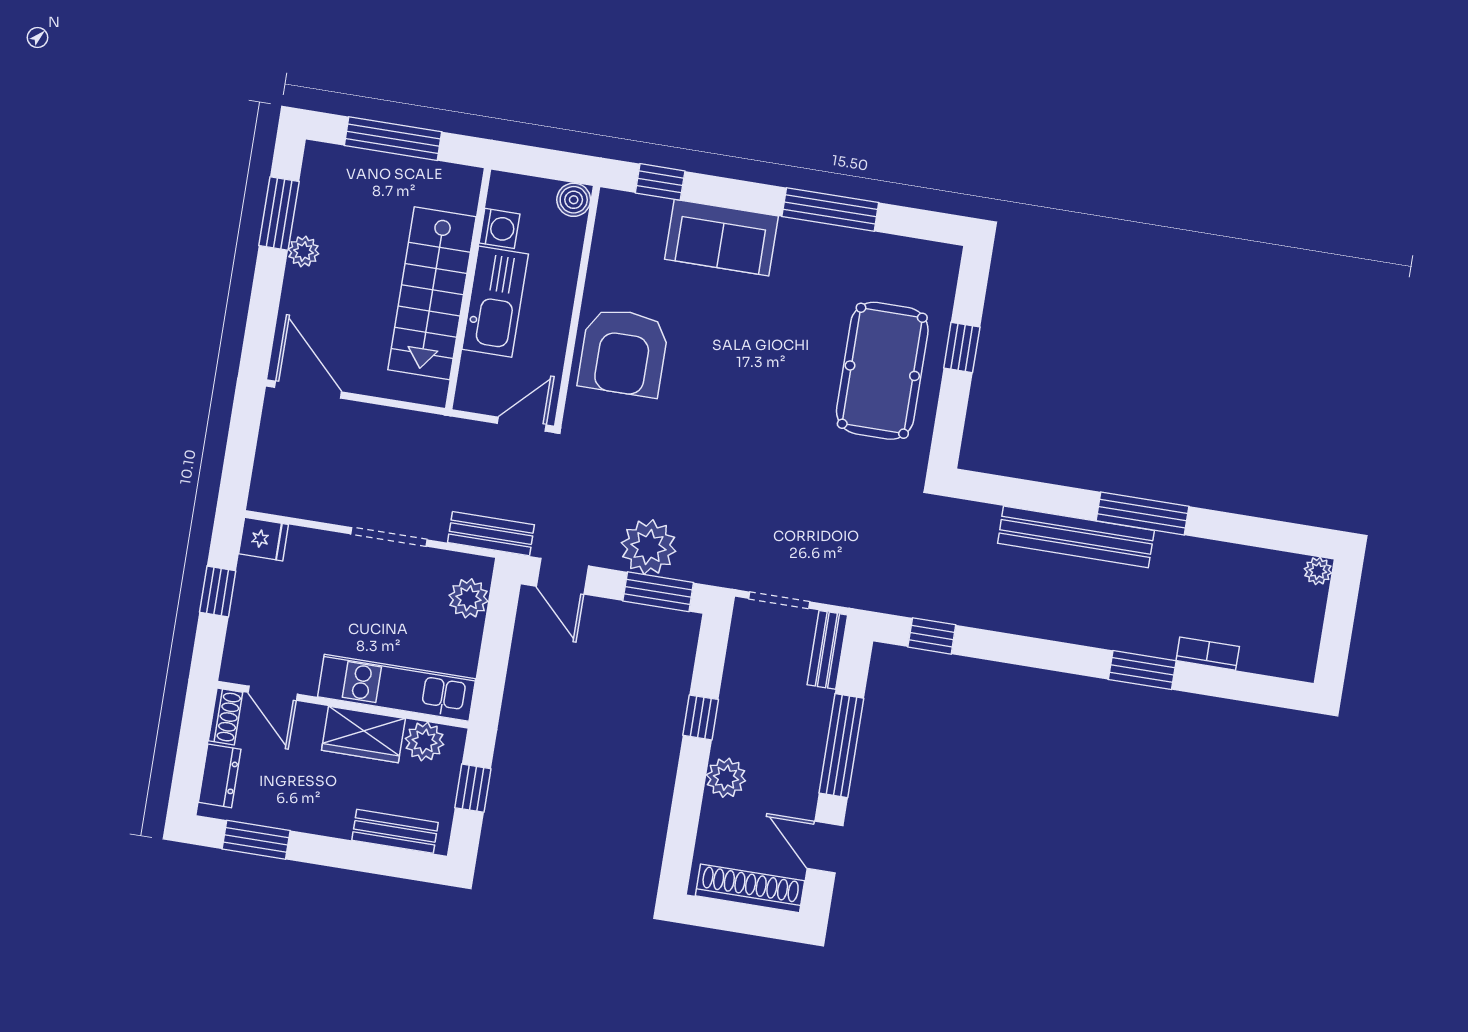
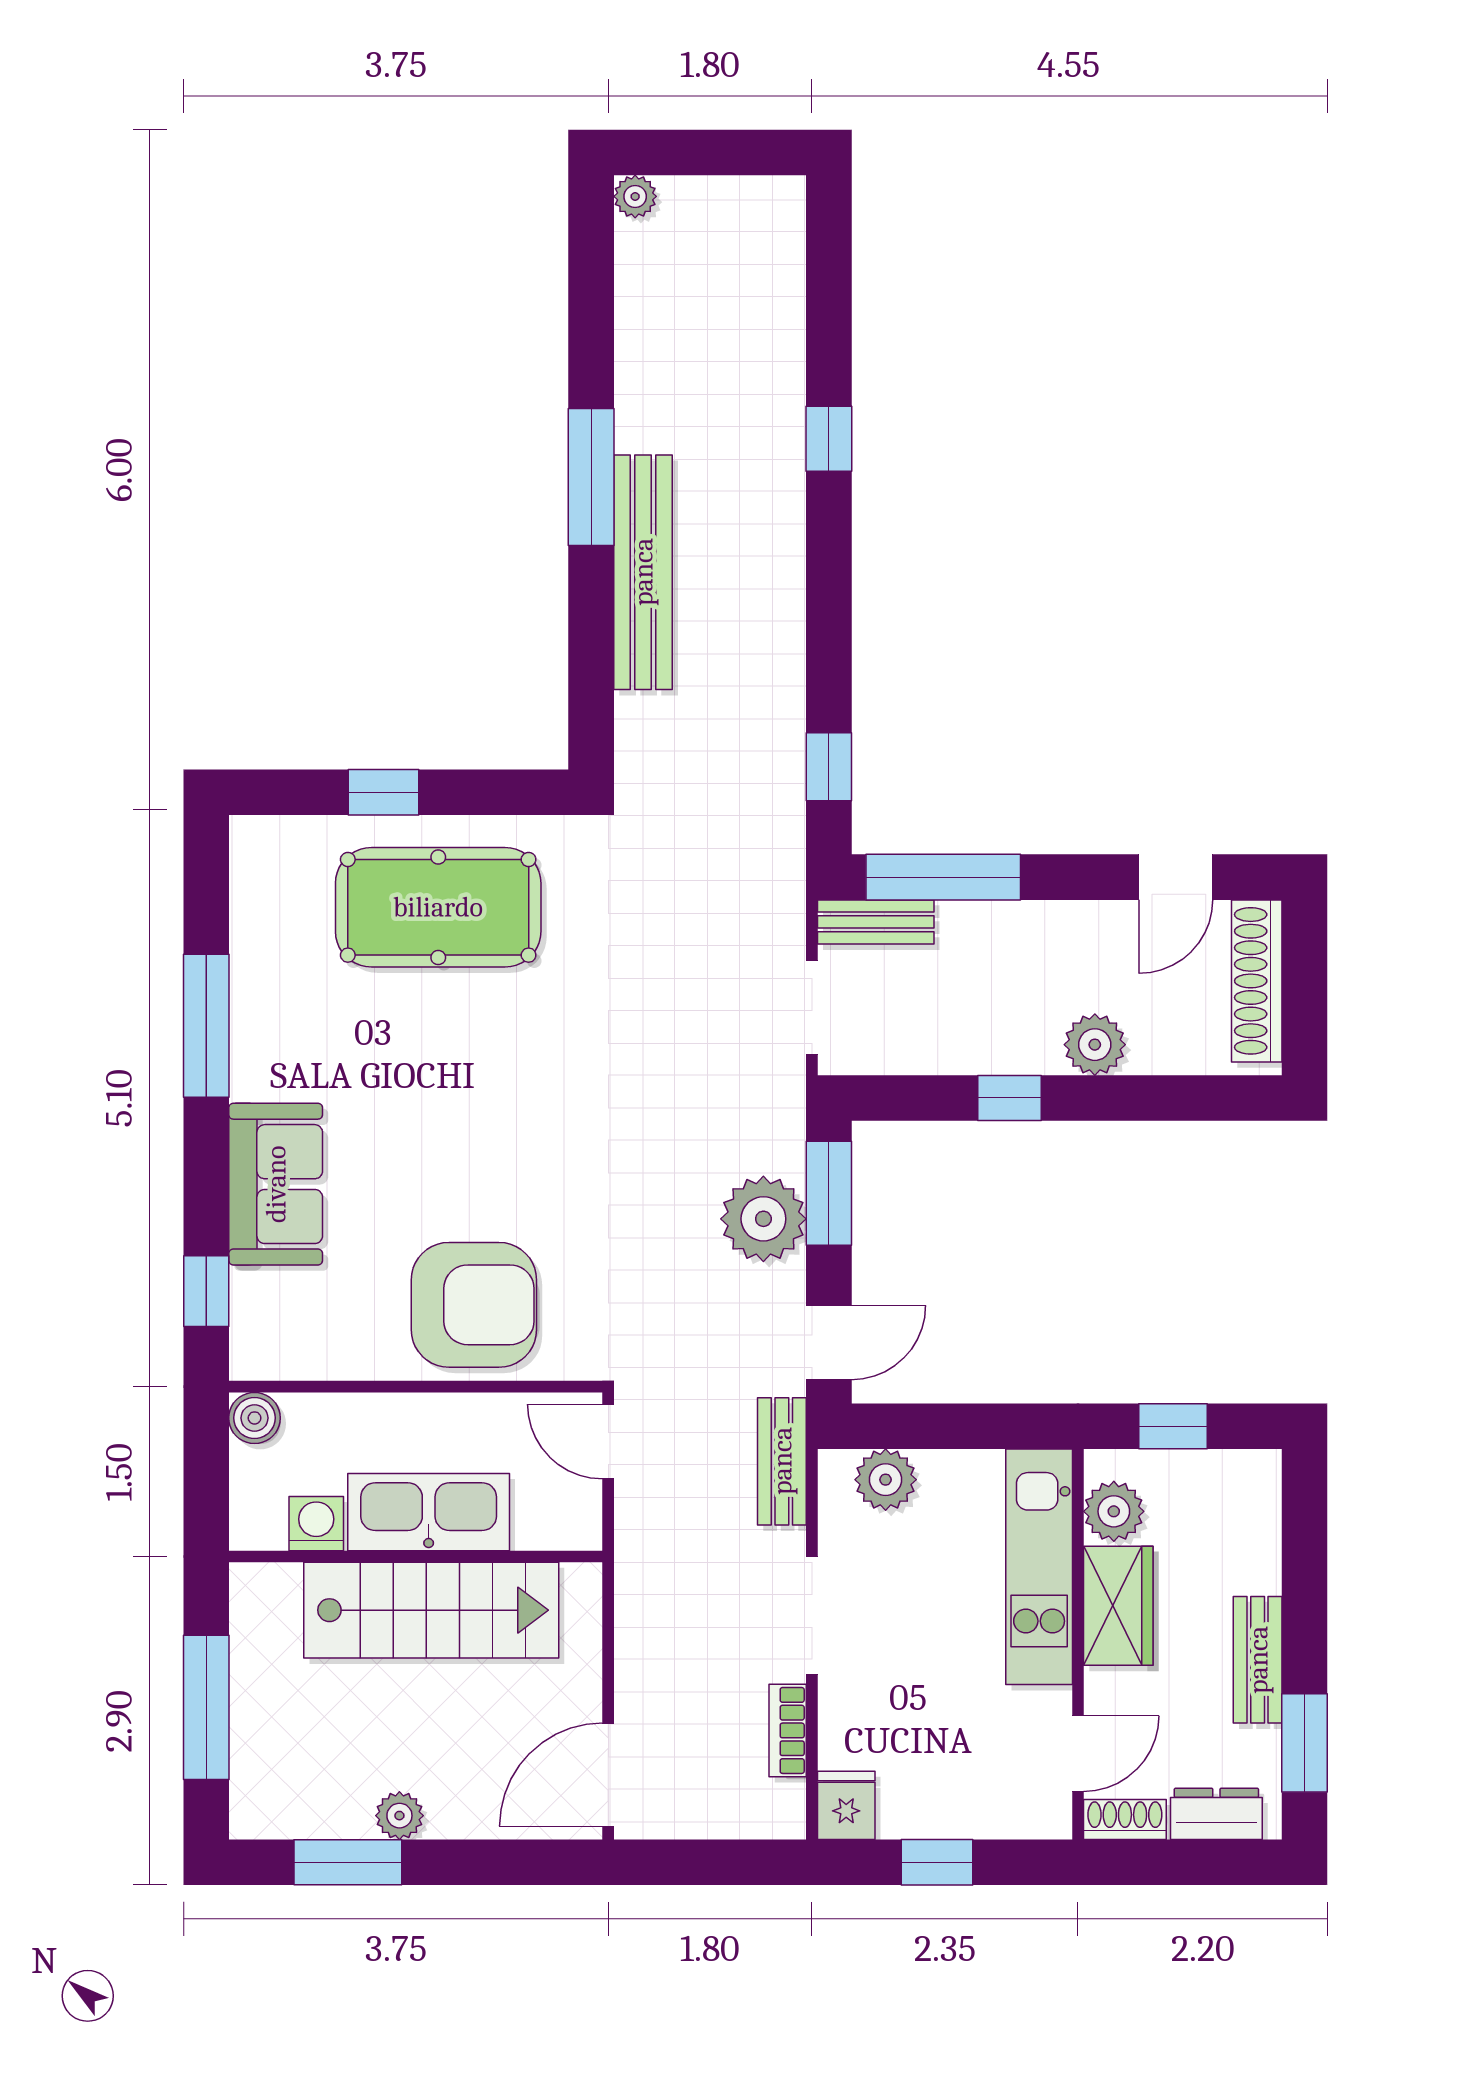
bookcase: (1208, 654) -> (788, 1730), moved
window: (1142, 670) -> (829, 439), width x0.67
window: (841, 746) -> (943, 877), moved
bench: (395, 831) -> (1258, 1660), moved

